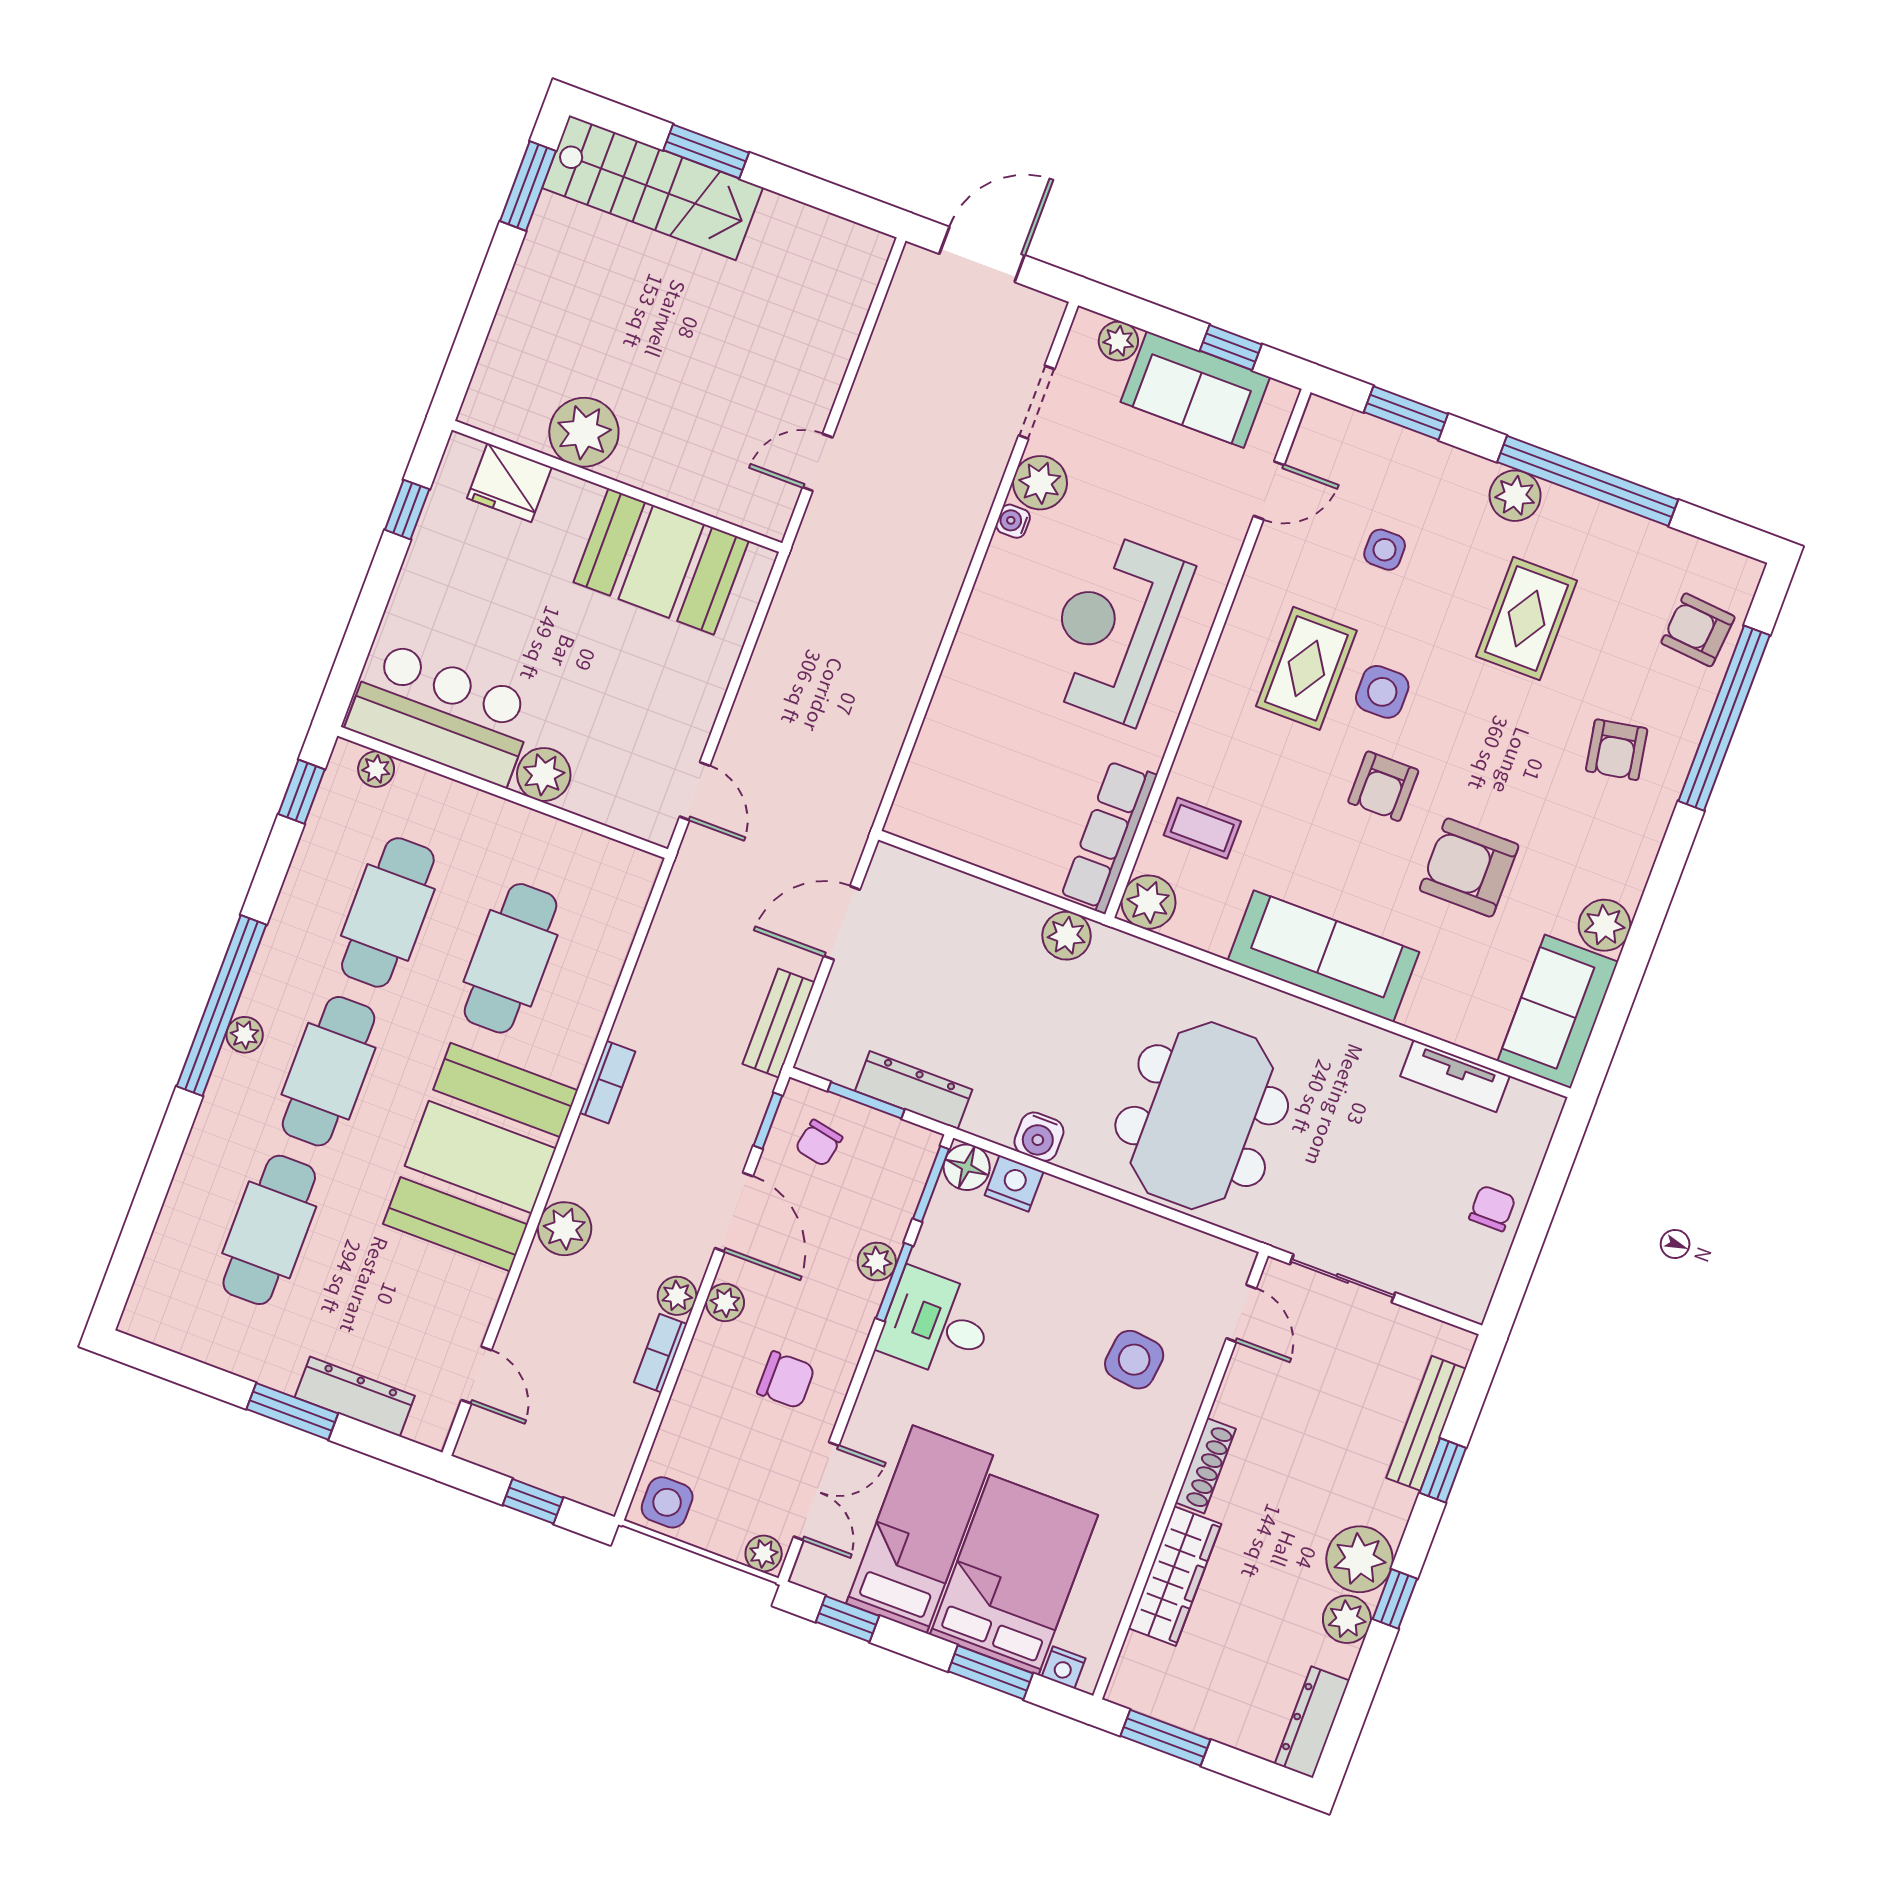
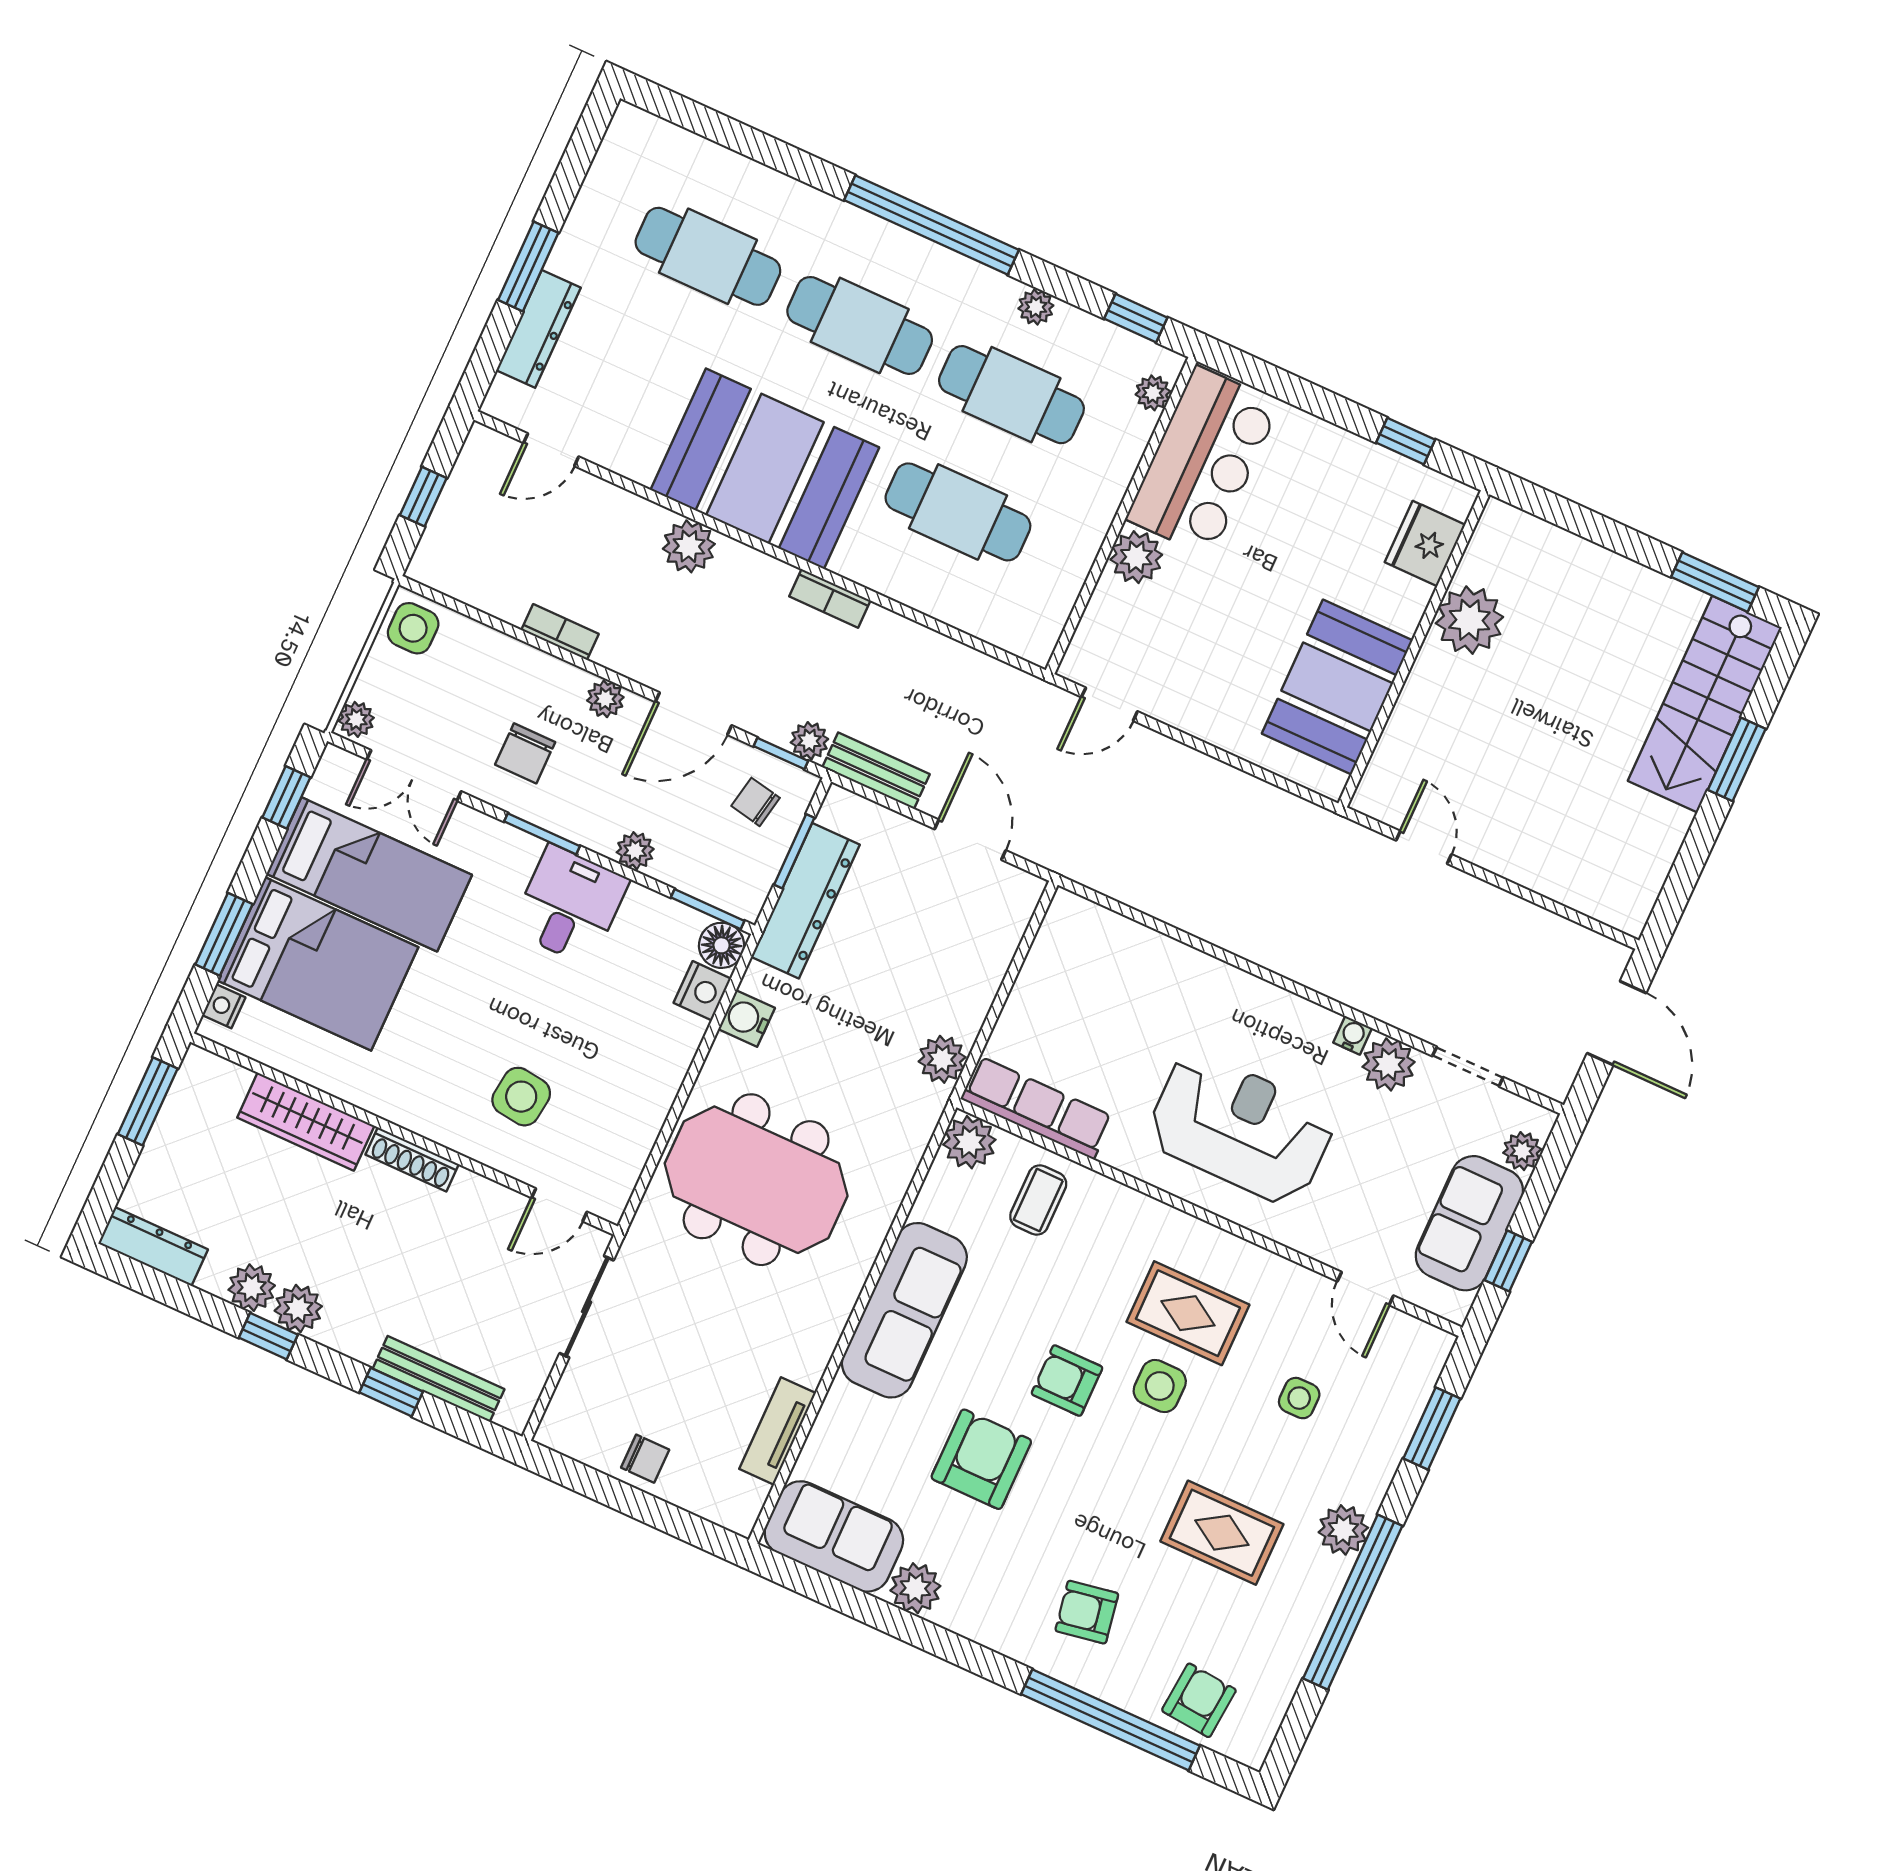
plant: (245, 1035) -> (1036, 307), moved
dresser: (914, 1090) -> (805, 901), width x1.37, depth x1.24
window: (894, 1282) -> (542, 834), moved
plant: (677, 1296) -> (809, 741), moved
plant: (1360, 1559) -> (298, 1308), width x0.73, depth x0.73

